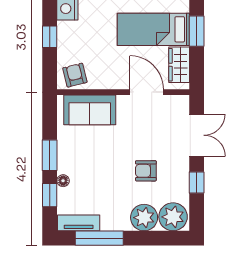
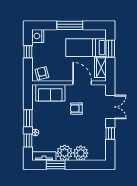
armchair: (146, 171) -> (76, 109), moved
plant: (173, 217) -> (65, 153), moved
window: (99, 238) -> (56, 165), width x0.69

